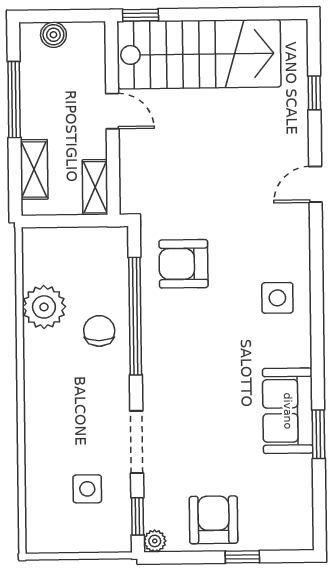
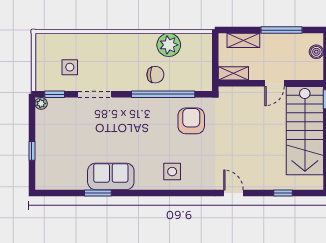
armchair: (213, 520) -> (52, 135), removed

